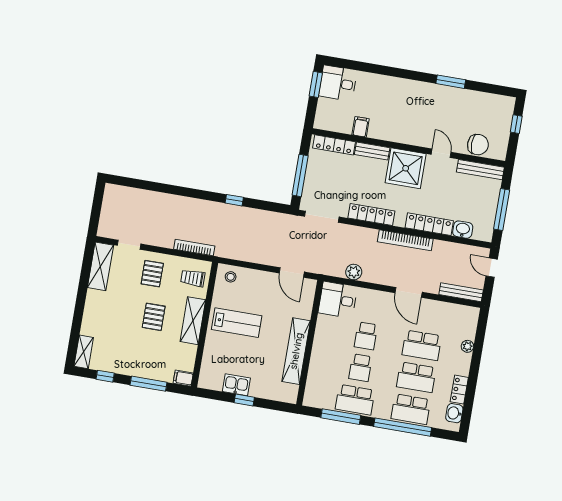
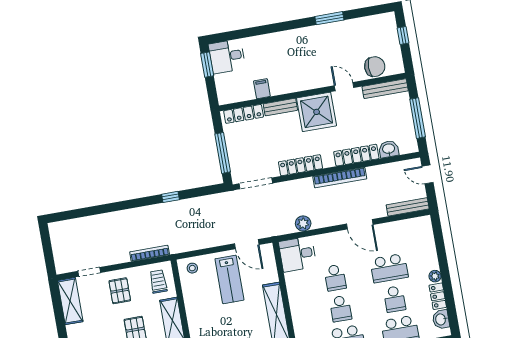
trolley: (193, 278) -> (158, 282), turned 90
lab bench: (237, 323) -> (229, 279), moved, turned 90
plant: (467, 346) -> (435, 276), moved
school desk: (416, 377) -> (395, 299), width x0.54

